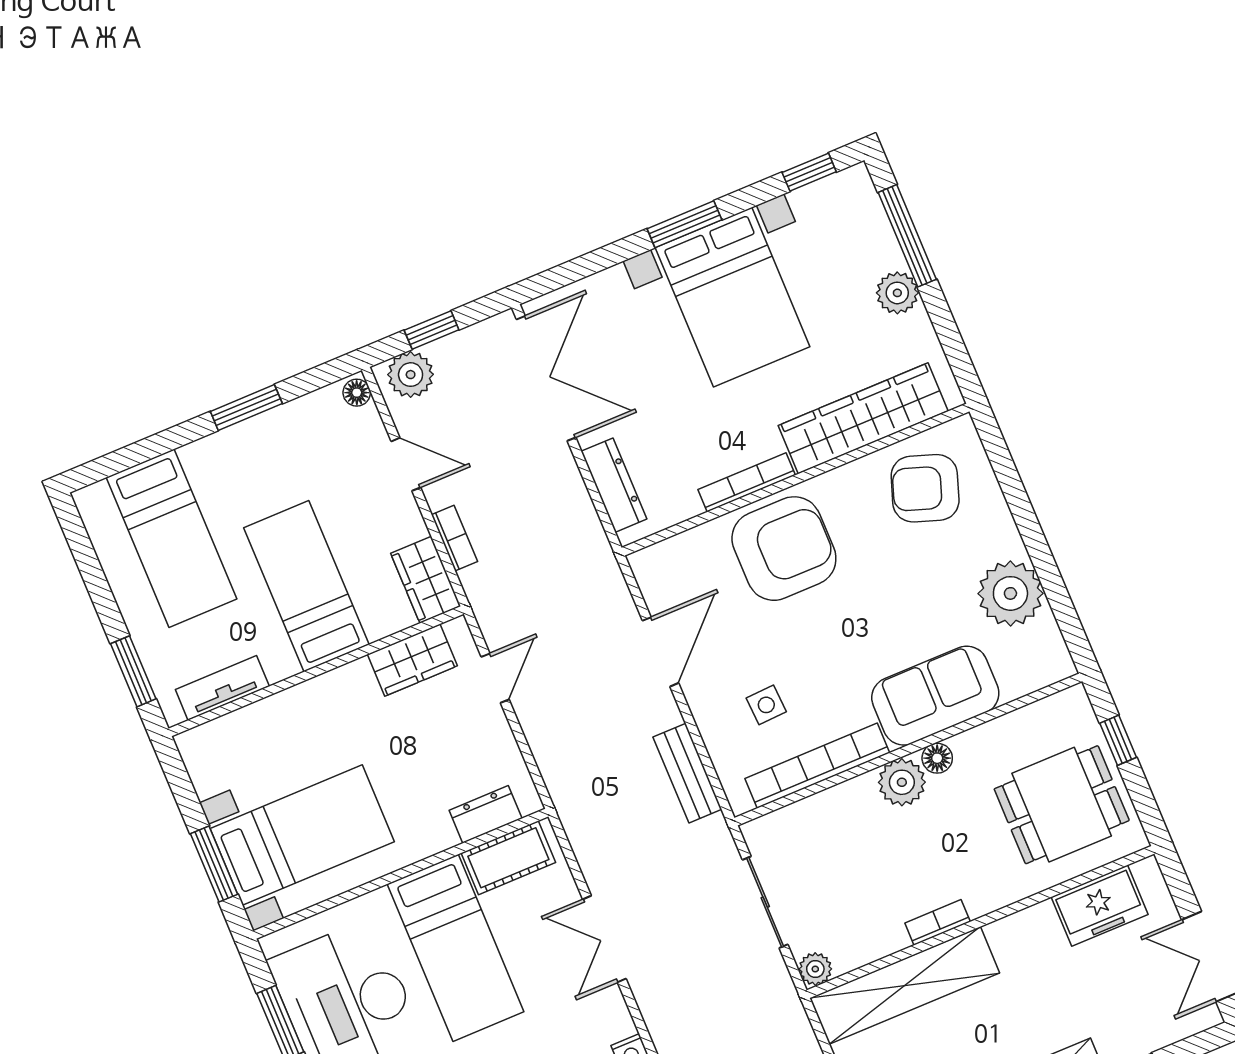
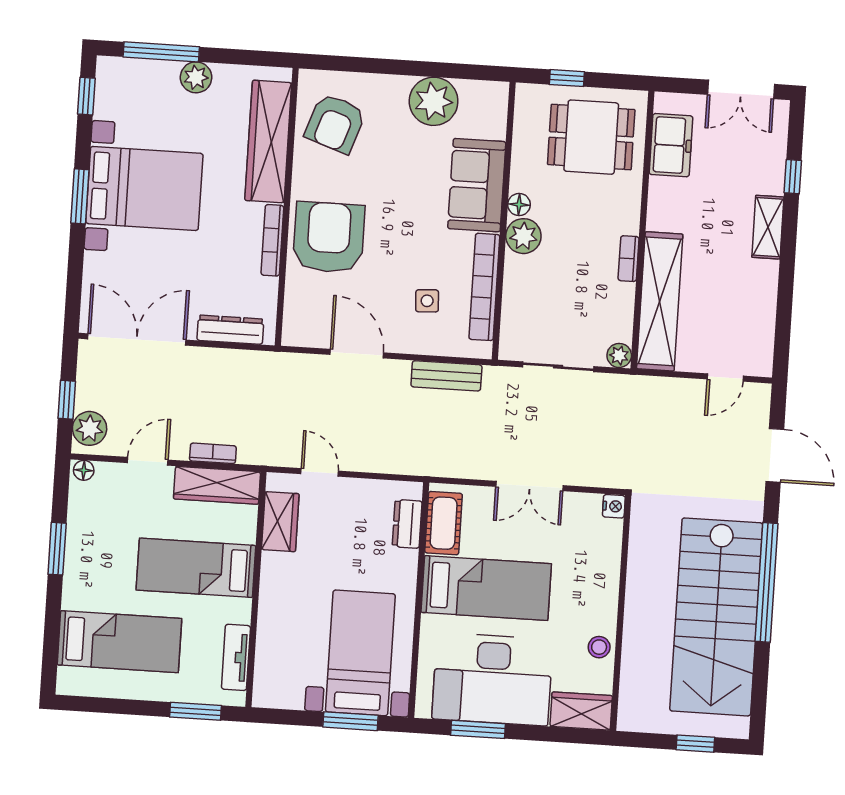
wardrobe: (426, 580) -> (217, 485), width x1.50
dining table: (1062, 805) -> (591, 137), turned 90

